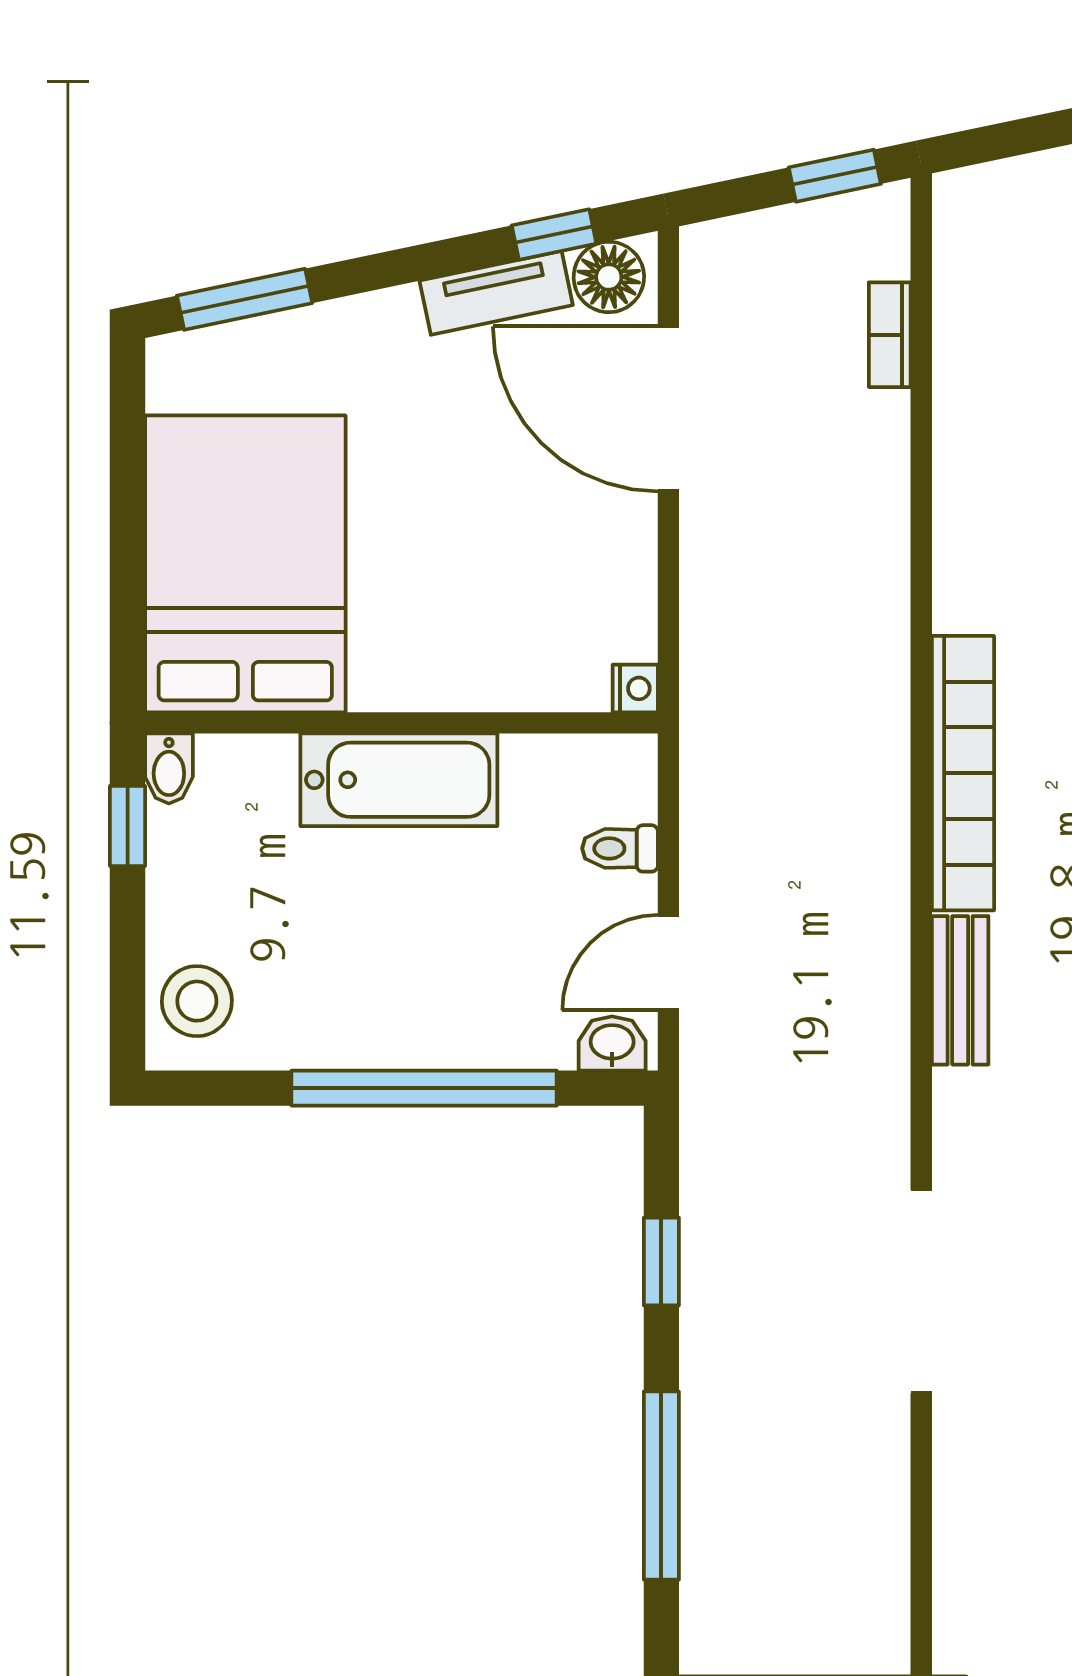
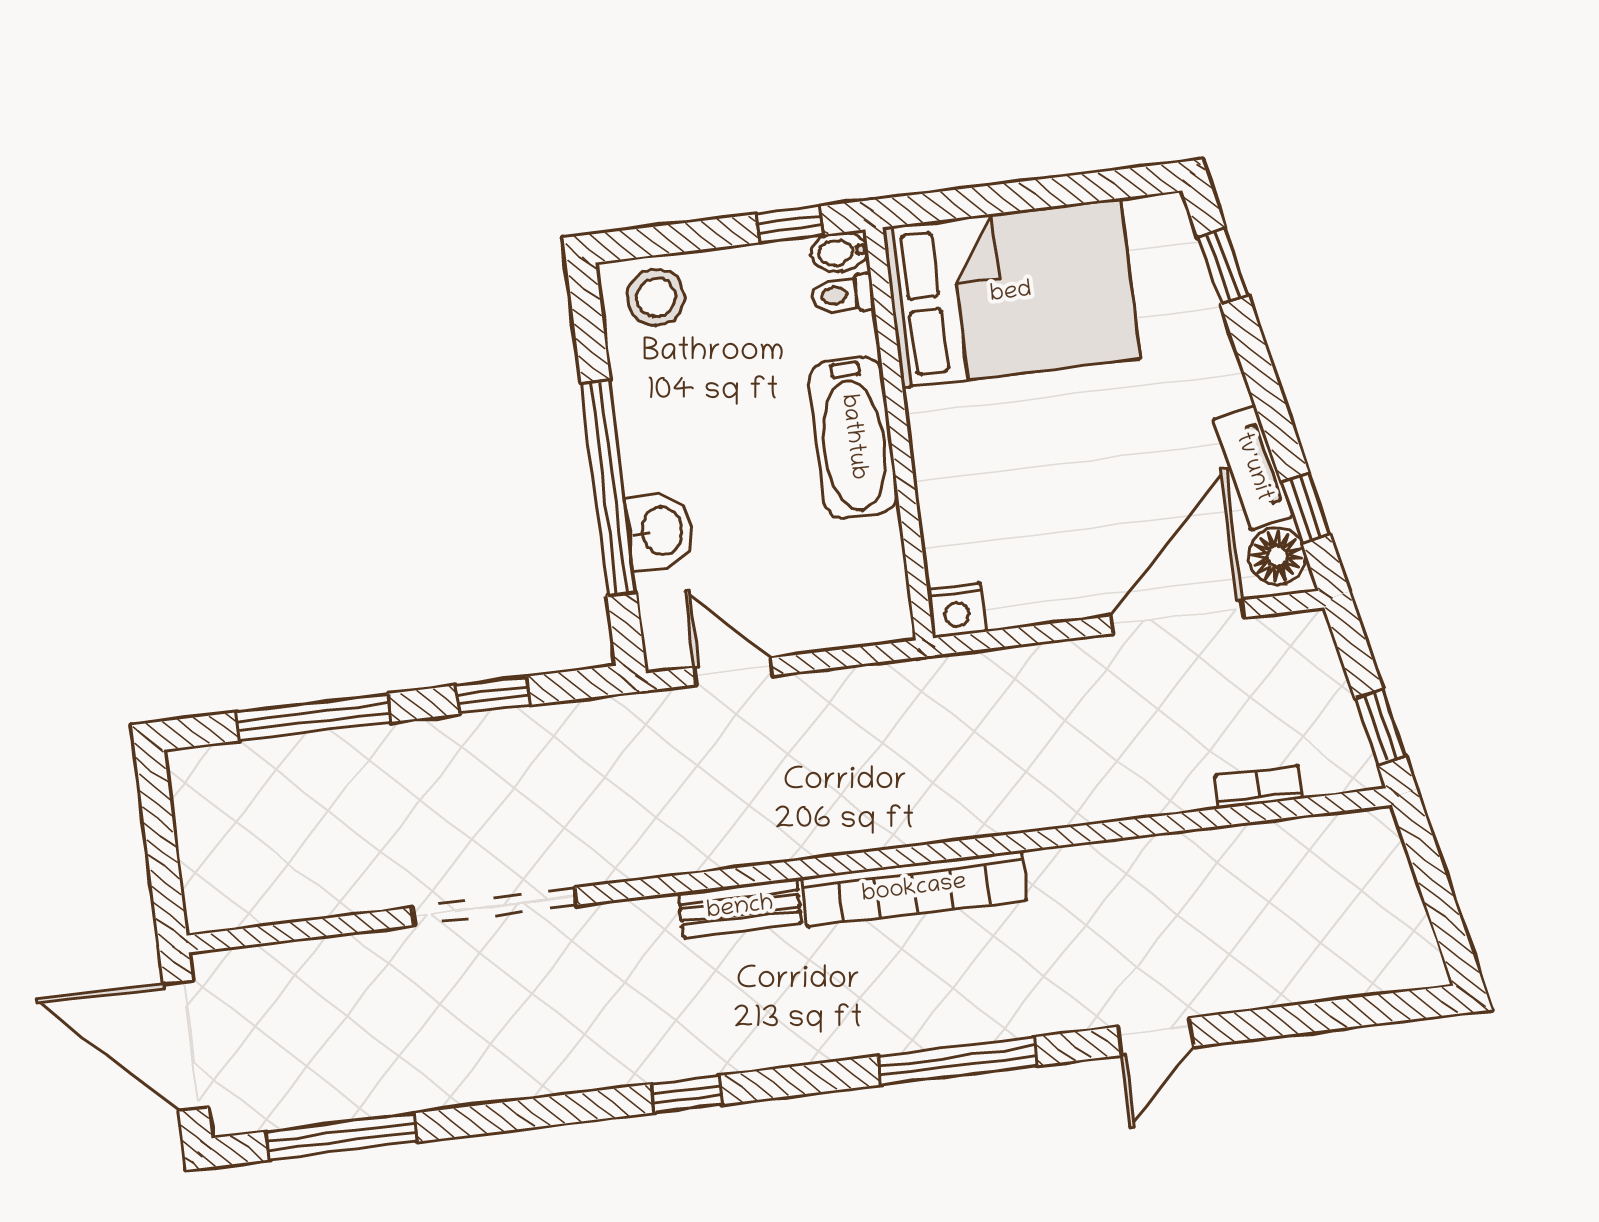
window: (245, 299) -> (1223, 266), width x0.67
nightstand: (635, 688) -> (956, 610), width x1.39, depth x1.35
toilet: (620, 848) -> (843, 294), moved, turned -90
washbasin: (612, 1043) -> (660, 531), moved, width x1.38, depth x1.45

